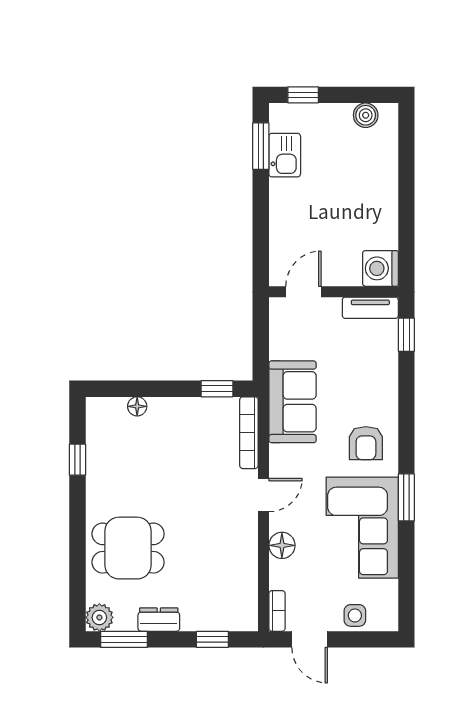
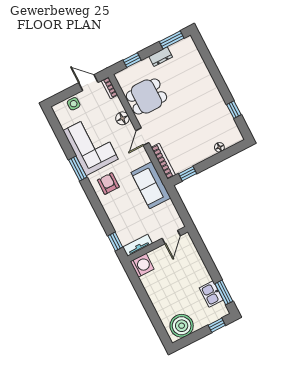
boiler: (366, 115) -> (182, 326), width x1.86, depth x1.86
dining table: (128, 548) -> (146, 97), moved
plant: (99, 617) -> (188, 44), removed

